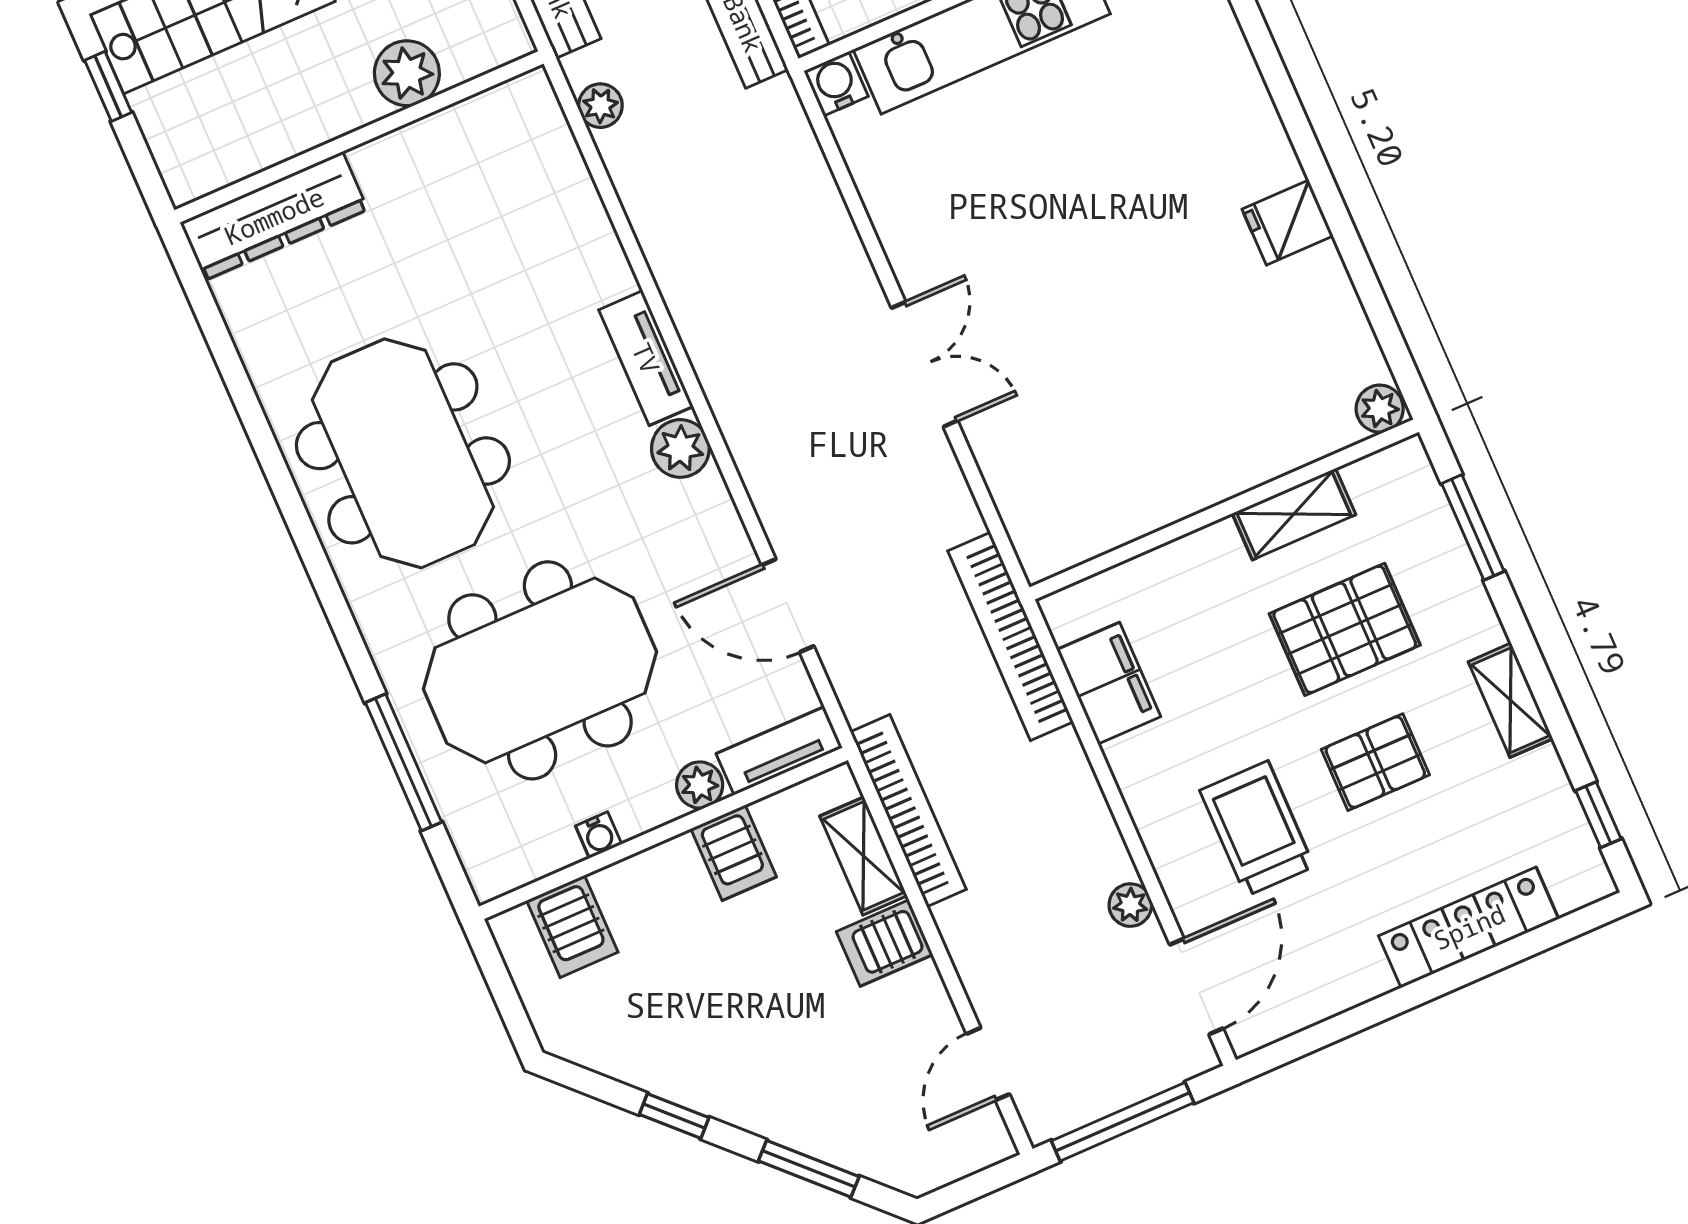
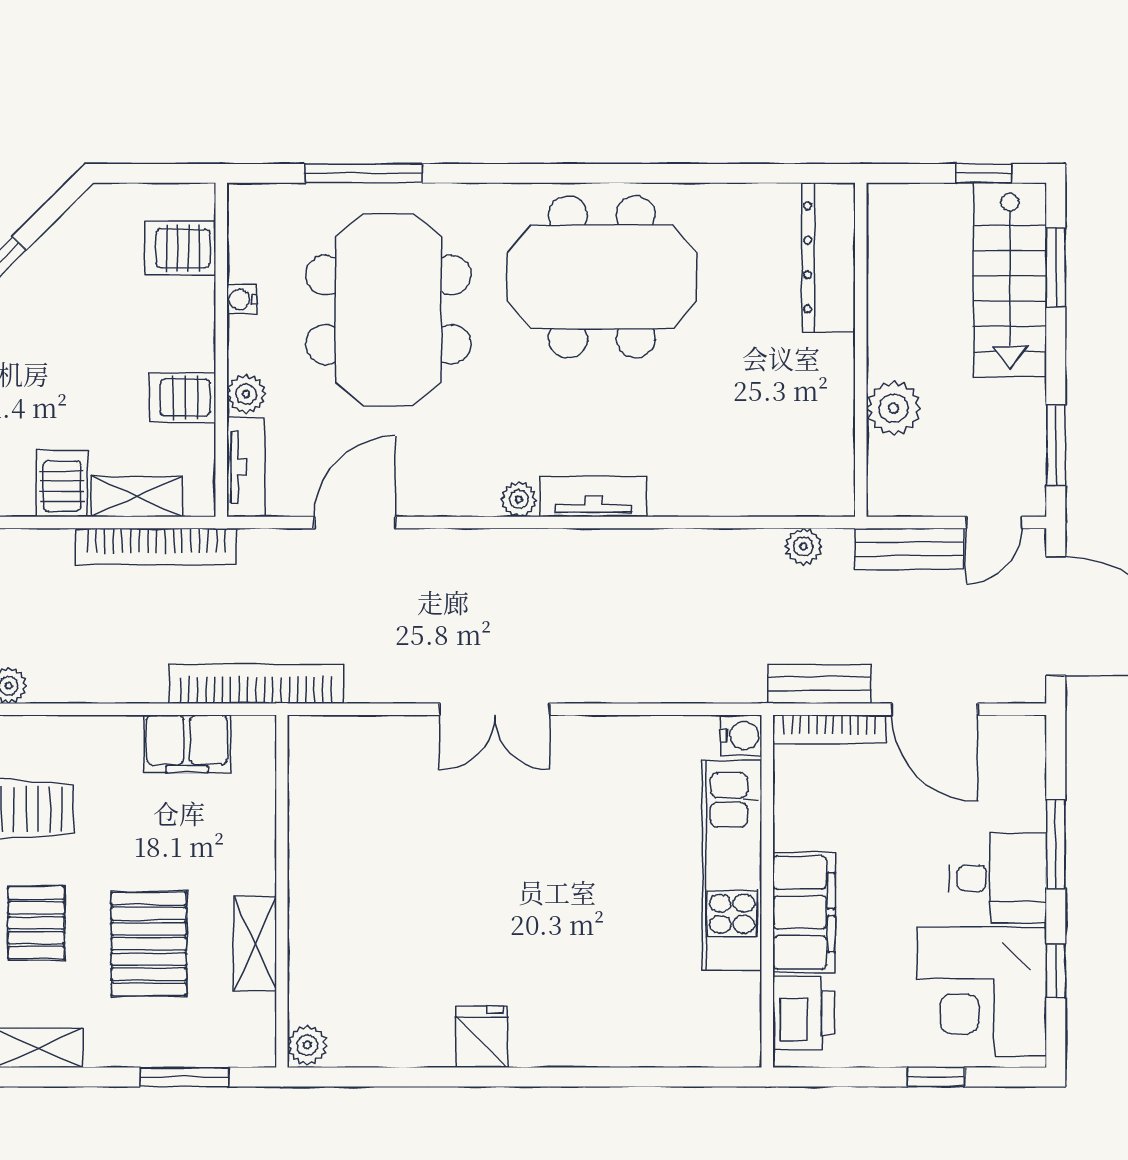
plant: (680, 448) -> (519, 499), width x0.73, depth x0.73

